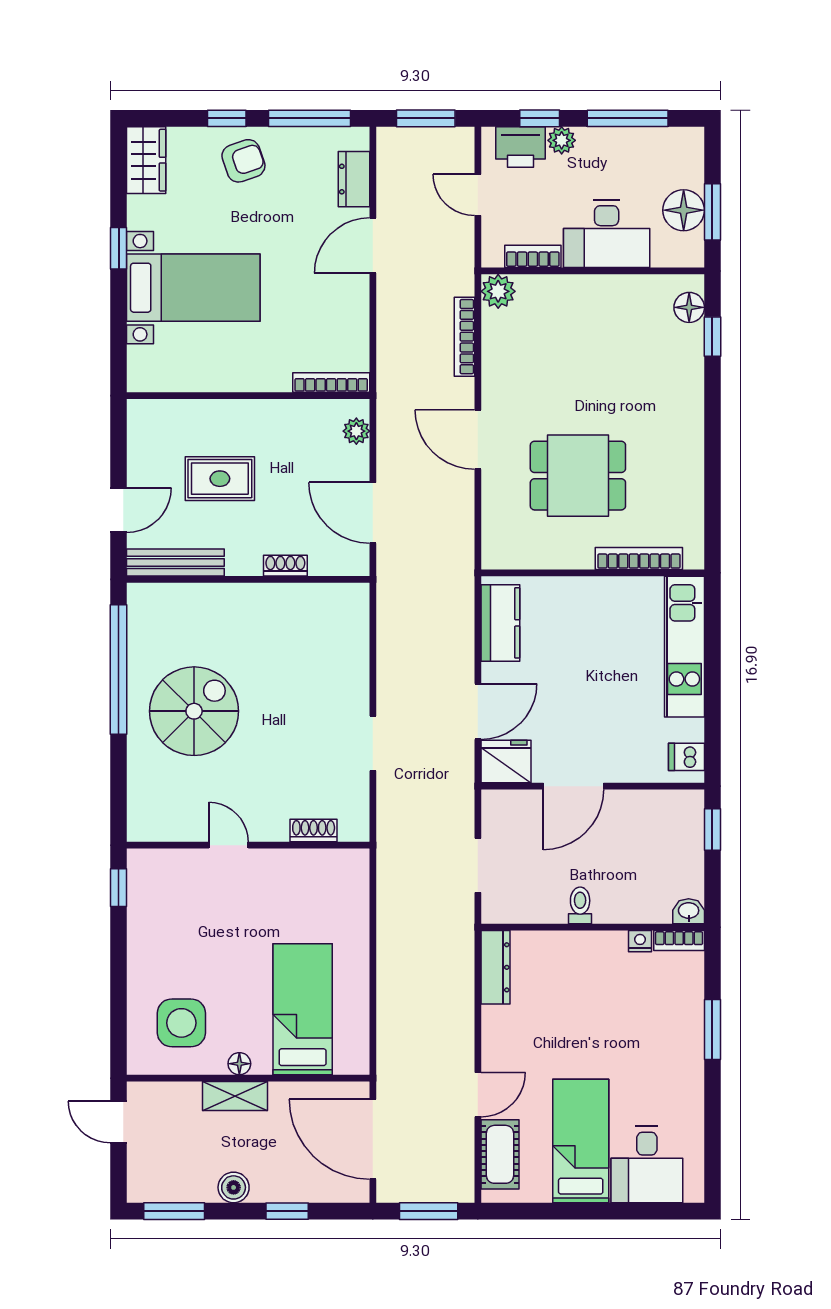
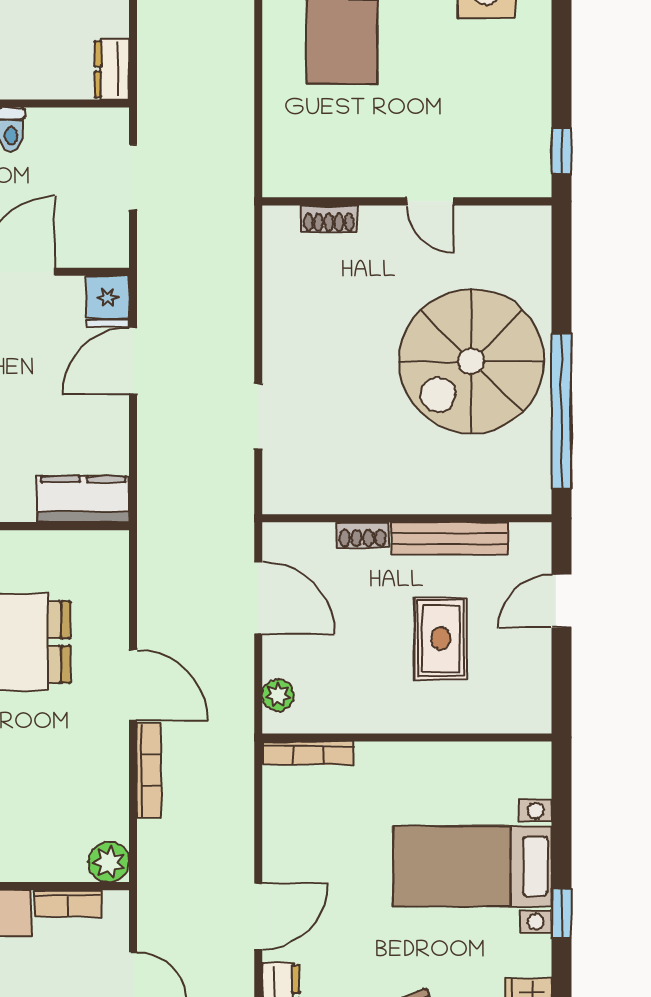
bookcase: (464, 337) -> (149, 771), moved
rug: (220, 479) -> (441, 638), turned 90
bench: (175, 562) -> (450, 538), moved
kitchen counter: (500, 623) -> (83, 499), moved, turned 90
spiral stairs: (194, 711) -> (471, 361), width x1.37, depth x1.37
doorway: (373, 743) -> (258, 416), moved
fridge: (506, 761) -> (108, 301), width x0.72
dresser: (496, 967) -> (112, 69), width x0.70

